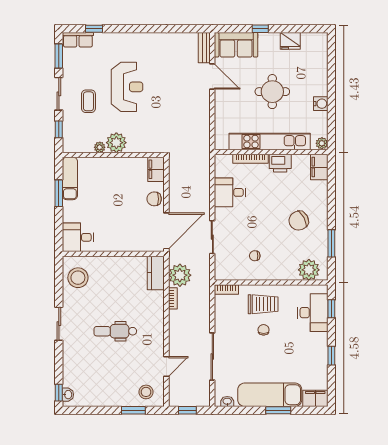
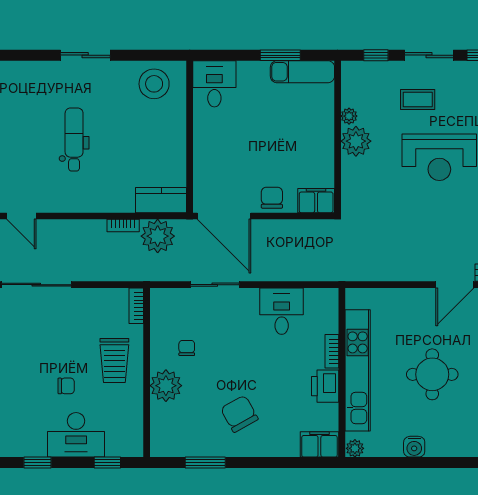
bookcase: (250, 159) -> (332, 351), width x0.64
plant: (309, 270) -> (166, 386), moved
desk: (313, 313) -> (76, 435), moved
chair: (264, 330) -> (66, 386), moved

